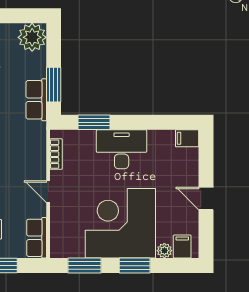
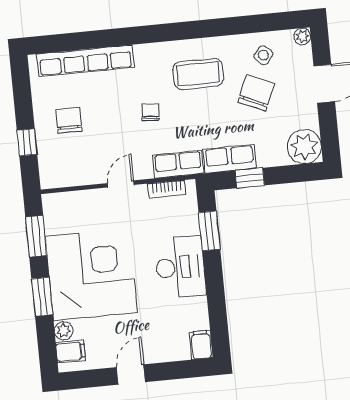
window: (54, 85) -> (250, 178), width x0.67
row of seats: (37, 238) -> (178, 164), moved

